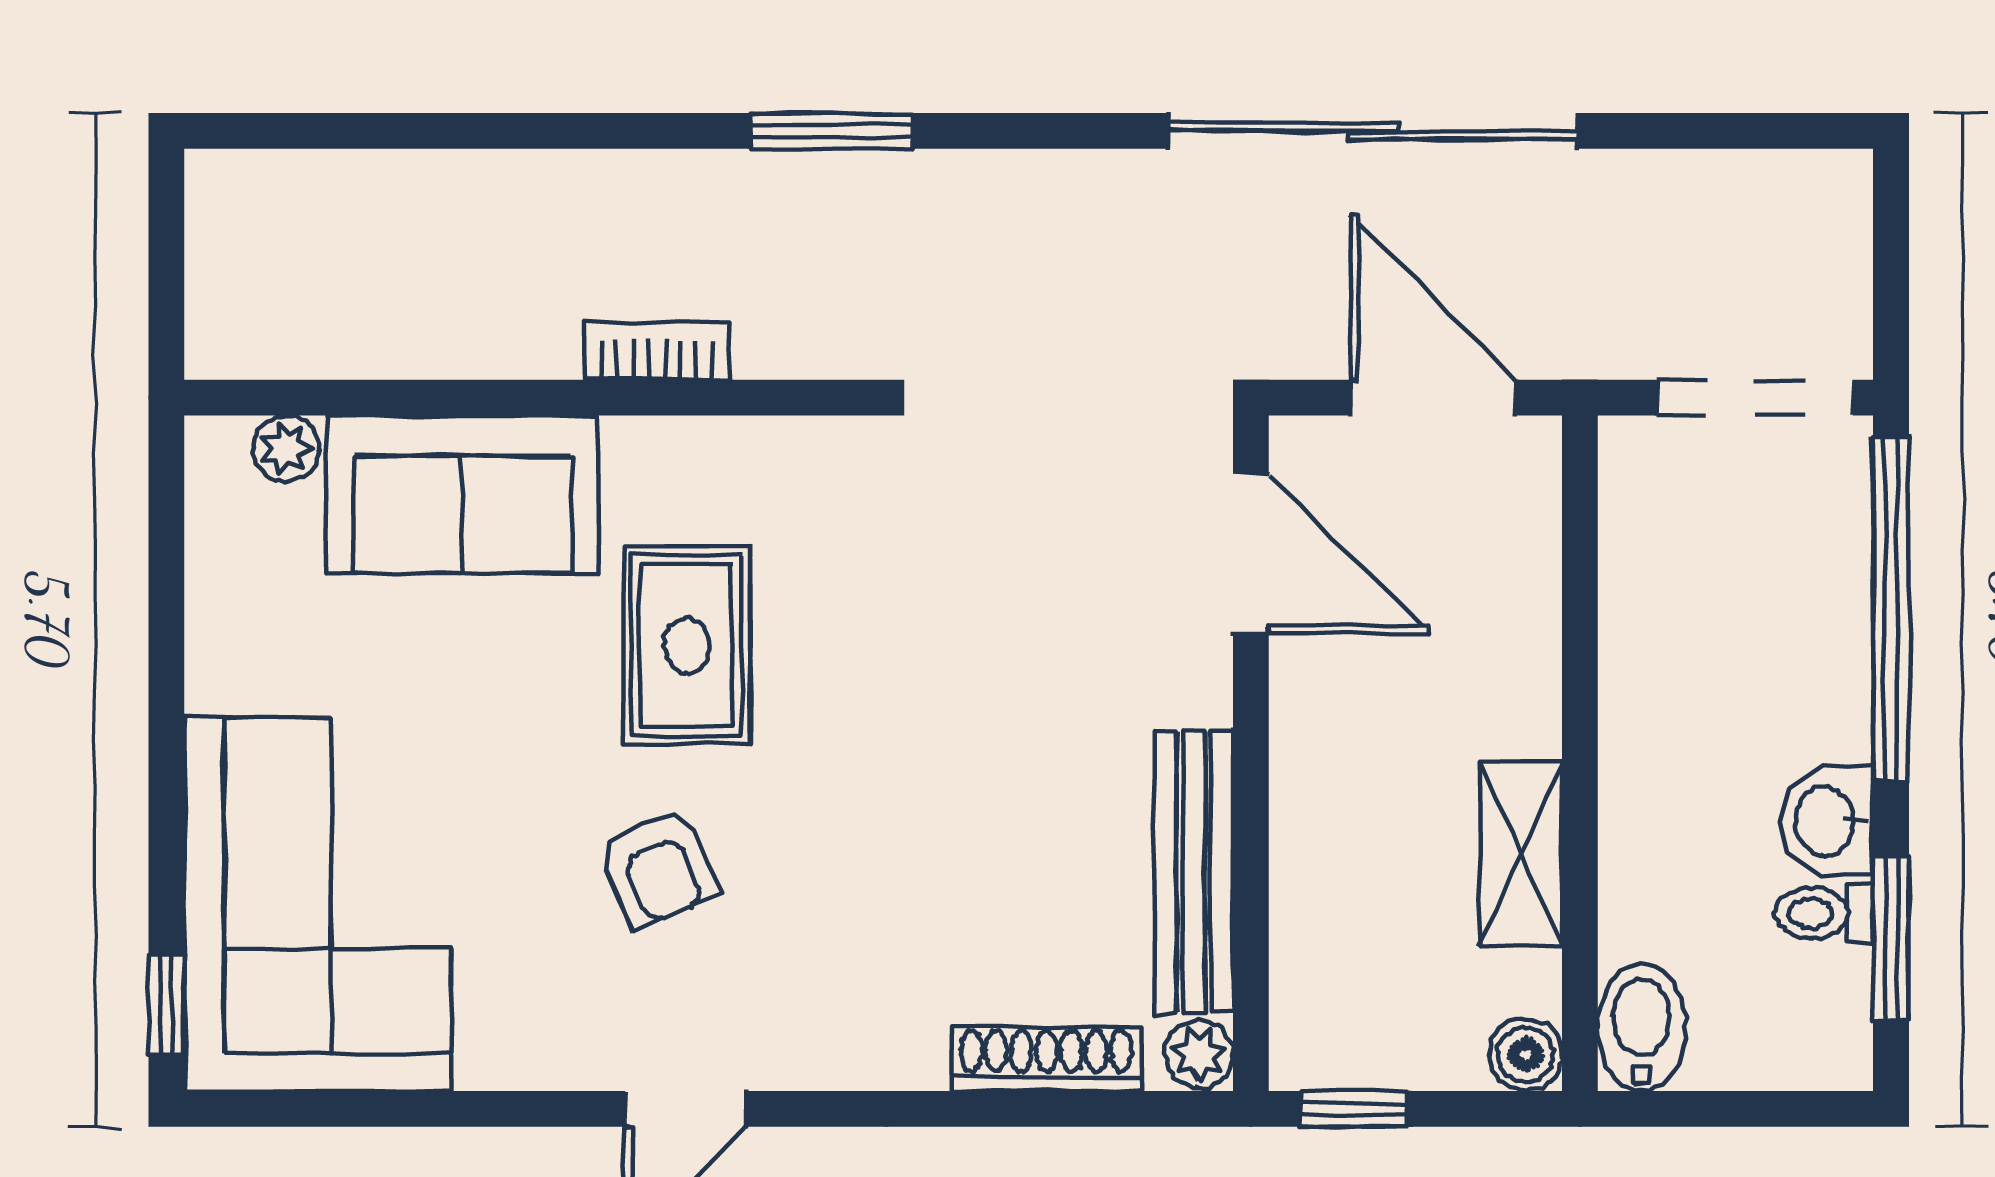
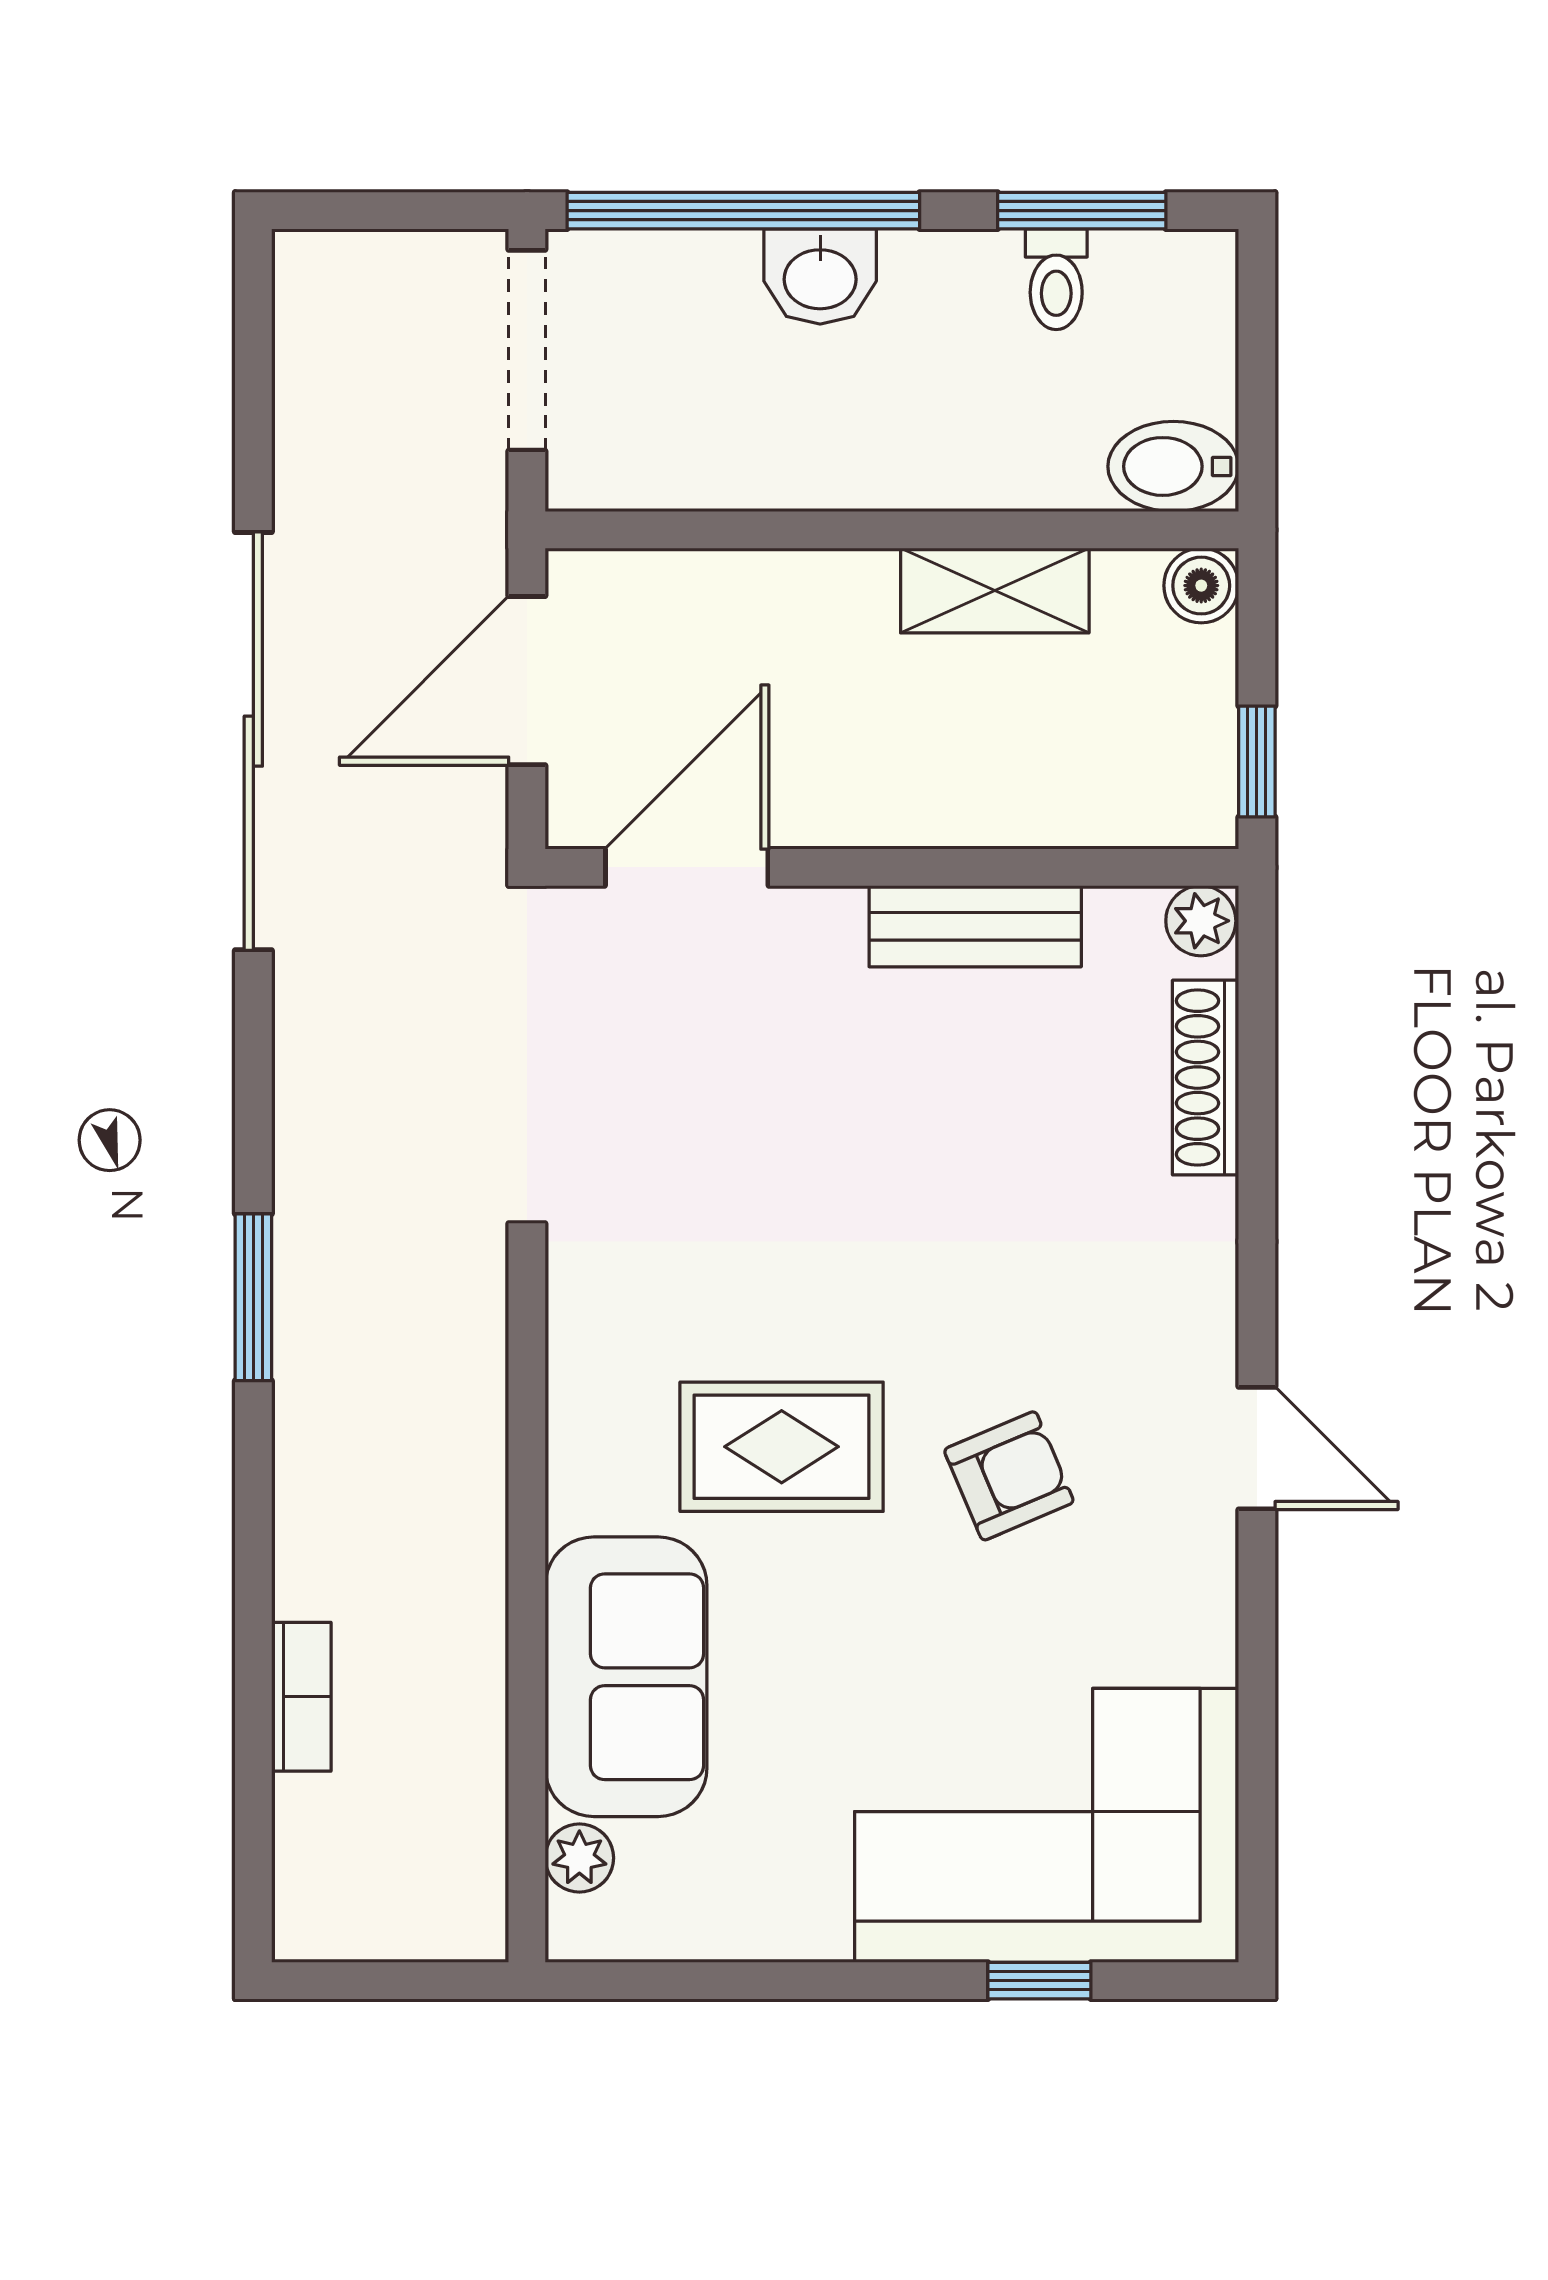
bookcase: (657, 351) -> (301, 1697), moved, turned 180
washbasin: (1827, 821) -> (820, 276), moved
bench: (1194, 872) -> (975, 926), width x0.73
window: (166, 1004) -> (1039, 1981), moved

